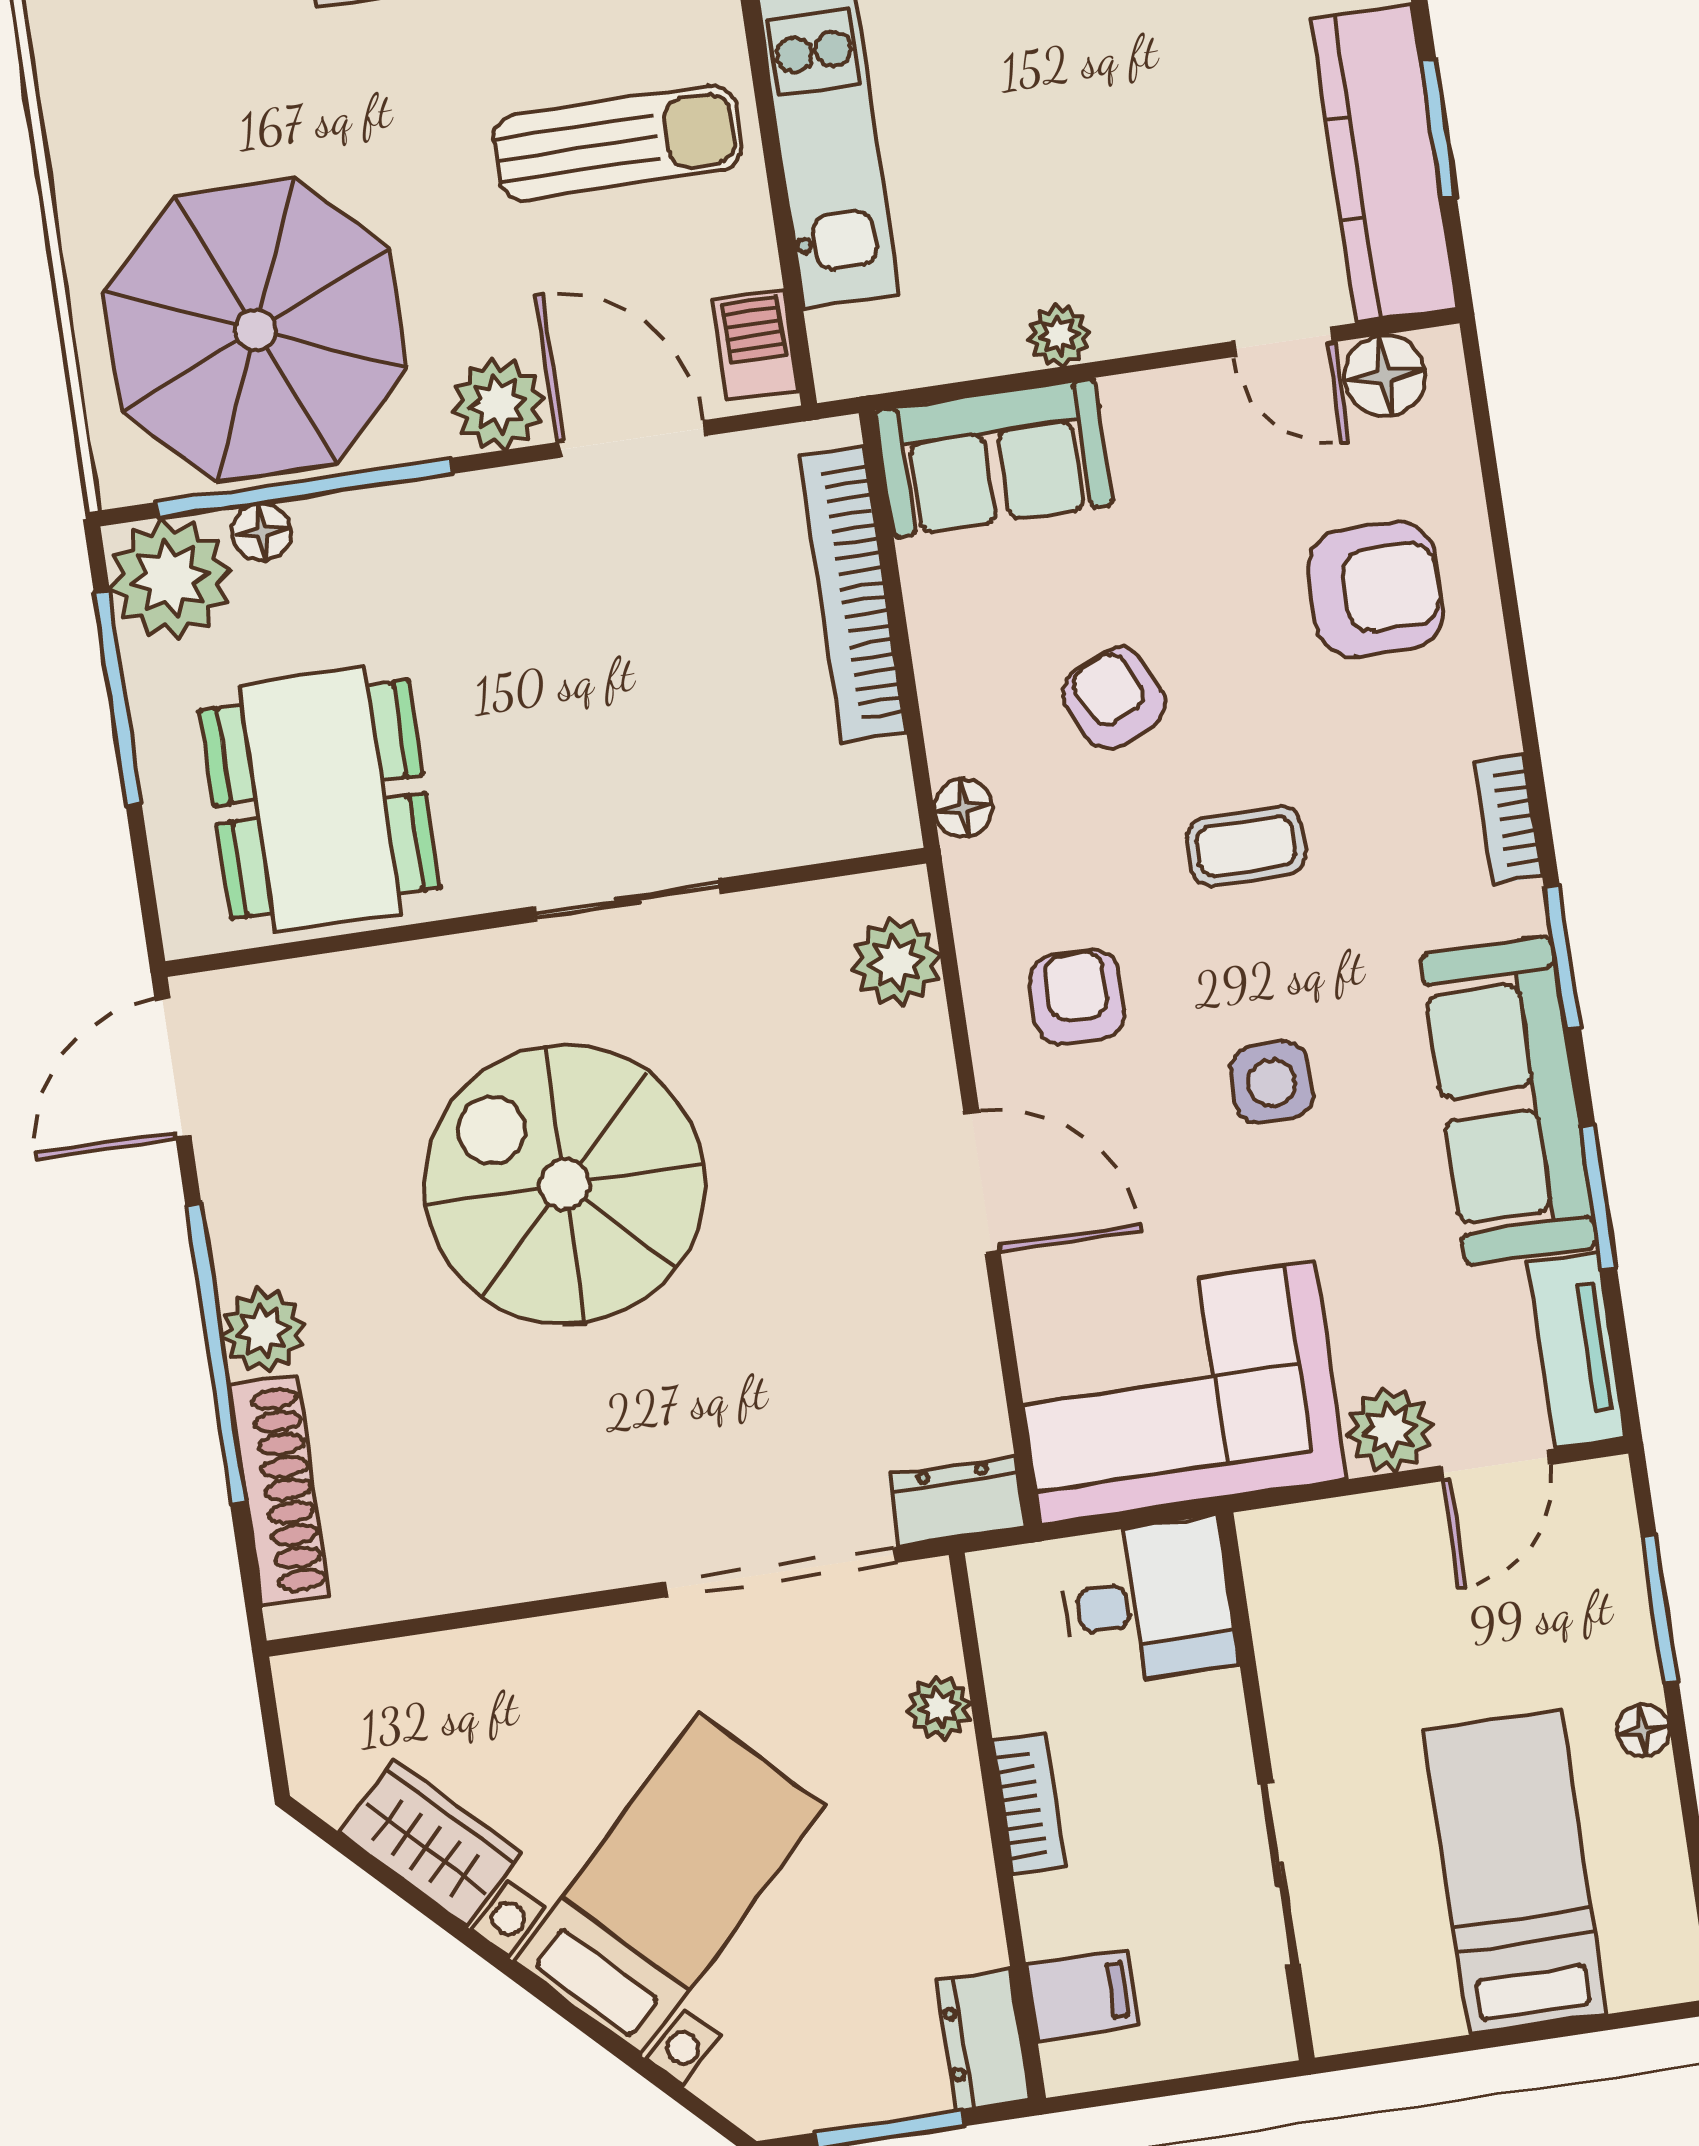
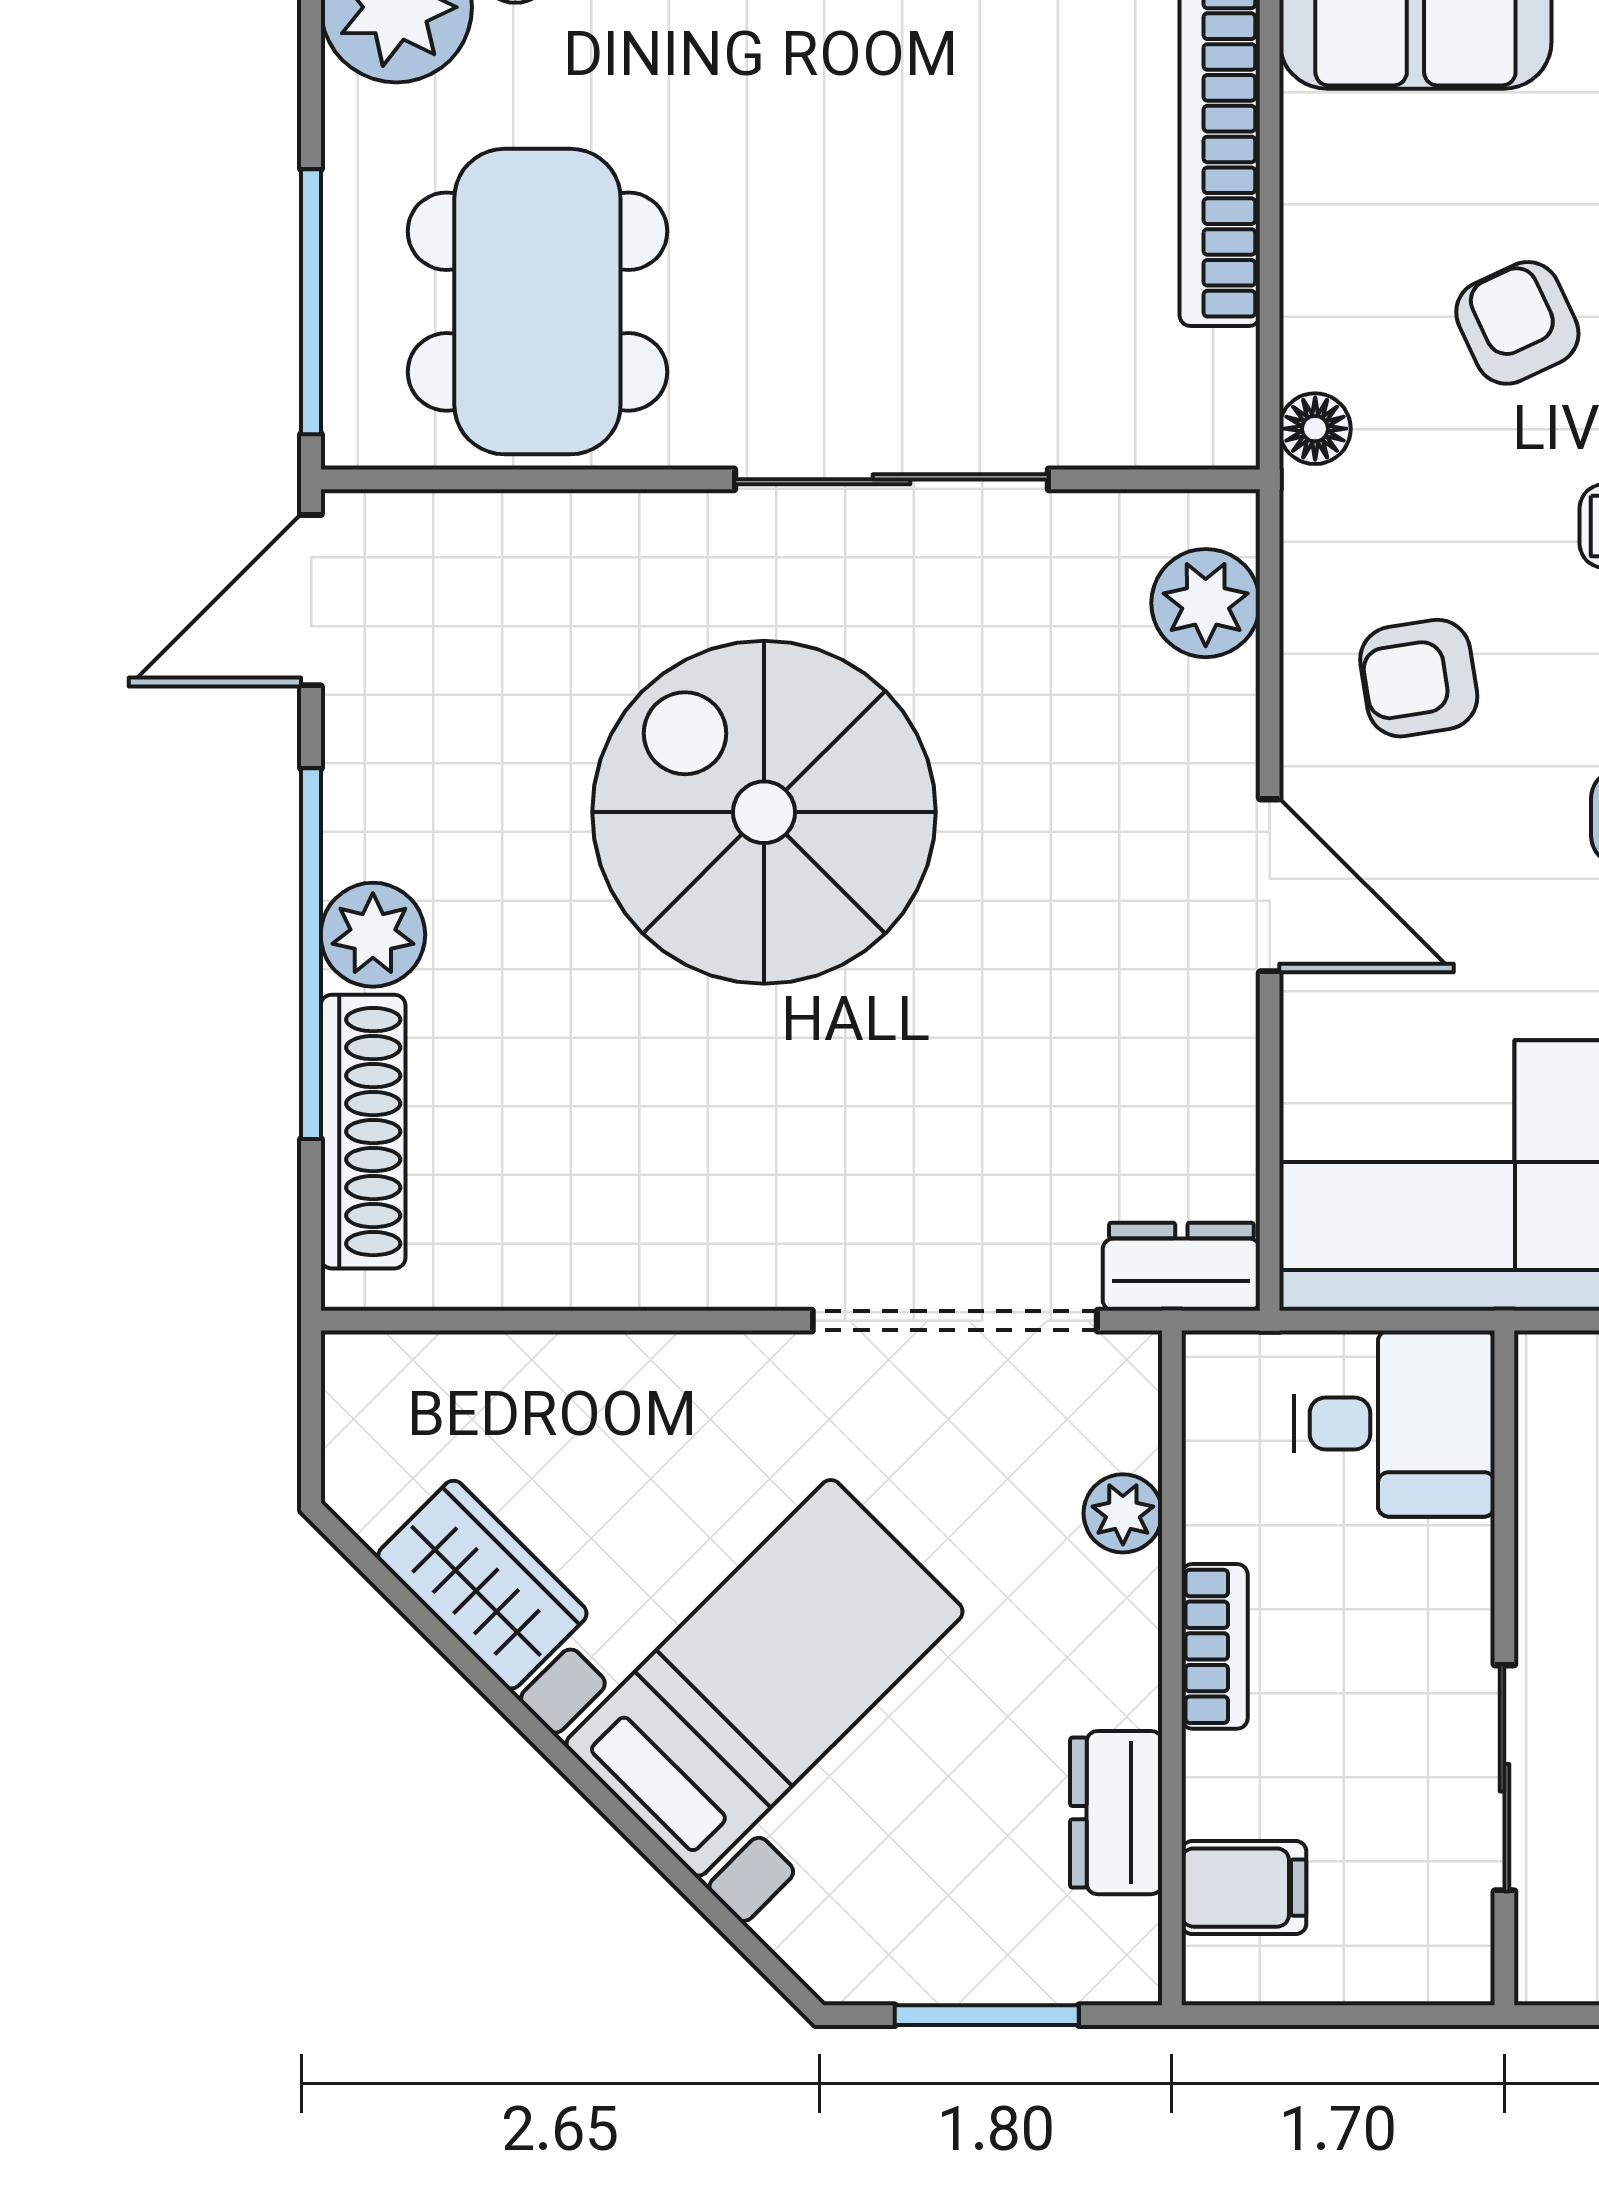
window: (118, 698) -> (311, 302), moved
sliding door: (627, 900) -> (891, 479), width x1.37
armchair: (1077, 997) -> (1419, 678), turned -99
dresser: (983, 2040) -> (1116, 1813), moved

